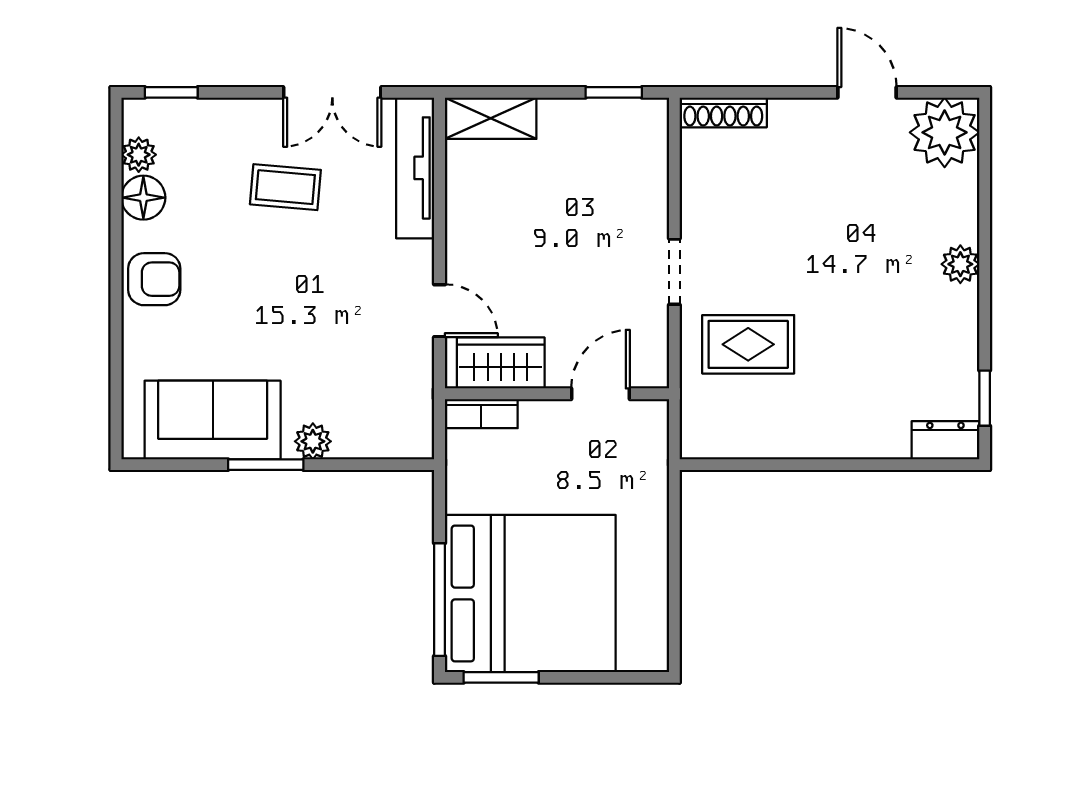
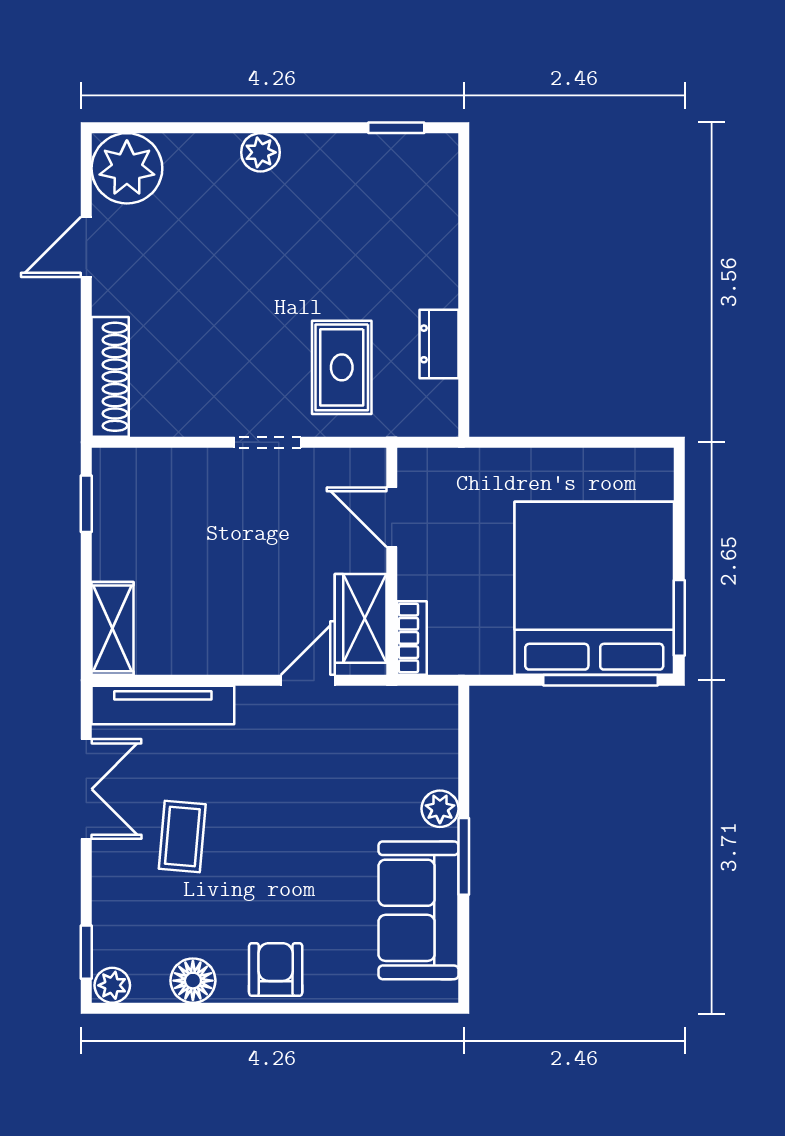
shoe rack: (723, 112) -> (110, 377), width x1.36, depth x1.24
plant: (139, 155) -> (112, 985), moved
dresser: (945, 440) -> (439, 344), moved

